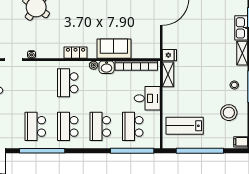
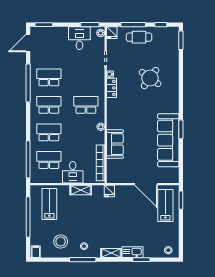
locker: (76, 53) -> (111, 88), moved
washbasin: (107, 67) -> (99, 138), removed
shelving: (168, 74) -> (81, 190), moved

